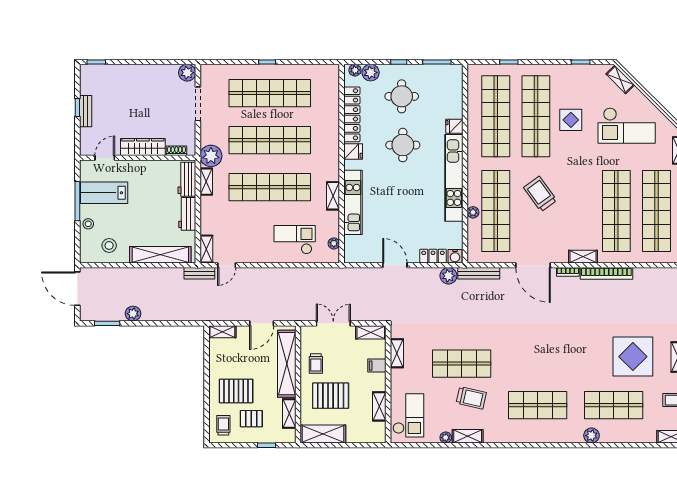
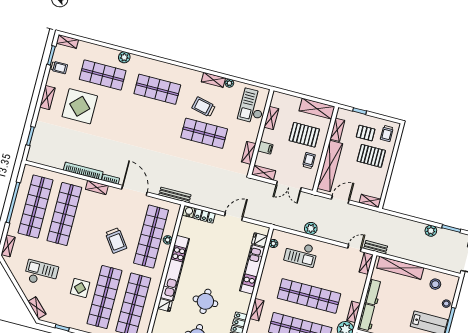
checkout: (627, 125) -> (41, 273), width x0.73, depth x0.83
fridge: (353, 151) -> (260, 240), moved
shelving: (333, 196) -> (257, 310), moved
door: (395, 265) -> (234, 216), swing flipped
plant: (448, 276) -> (311, 228), moved

